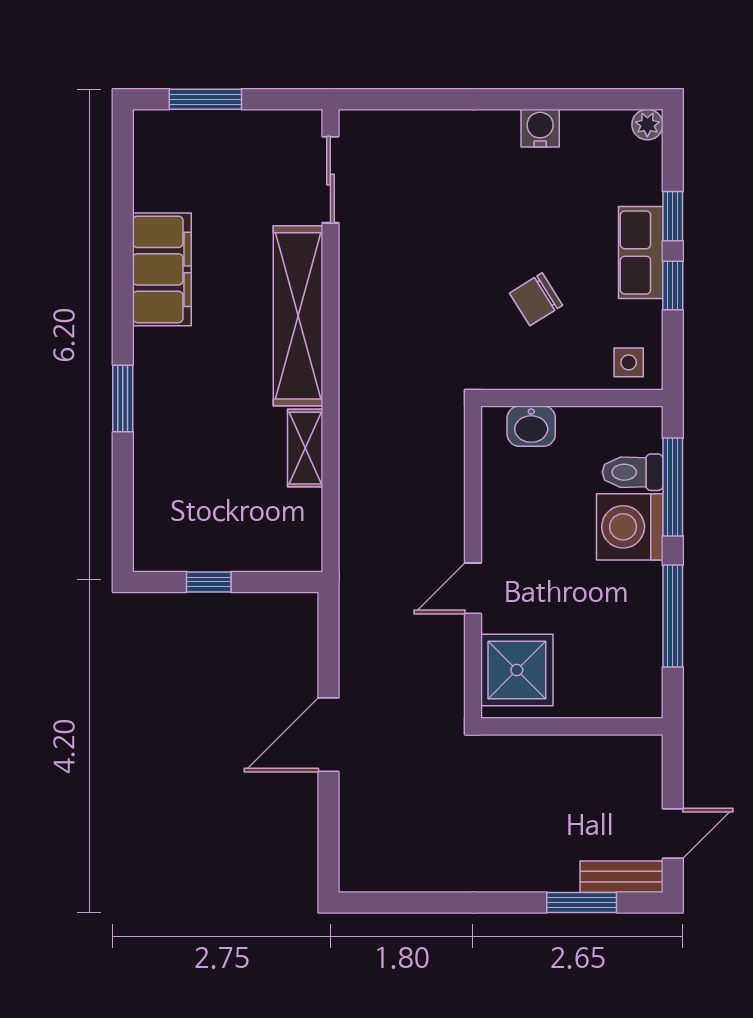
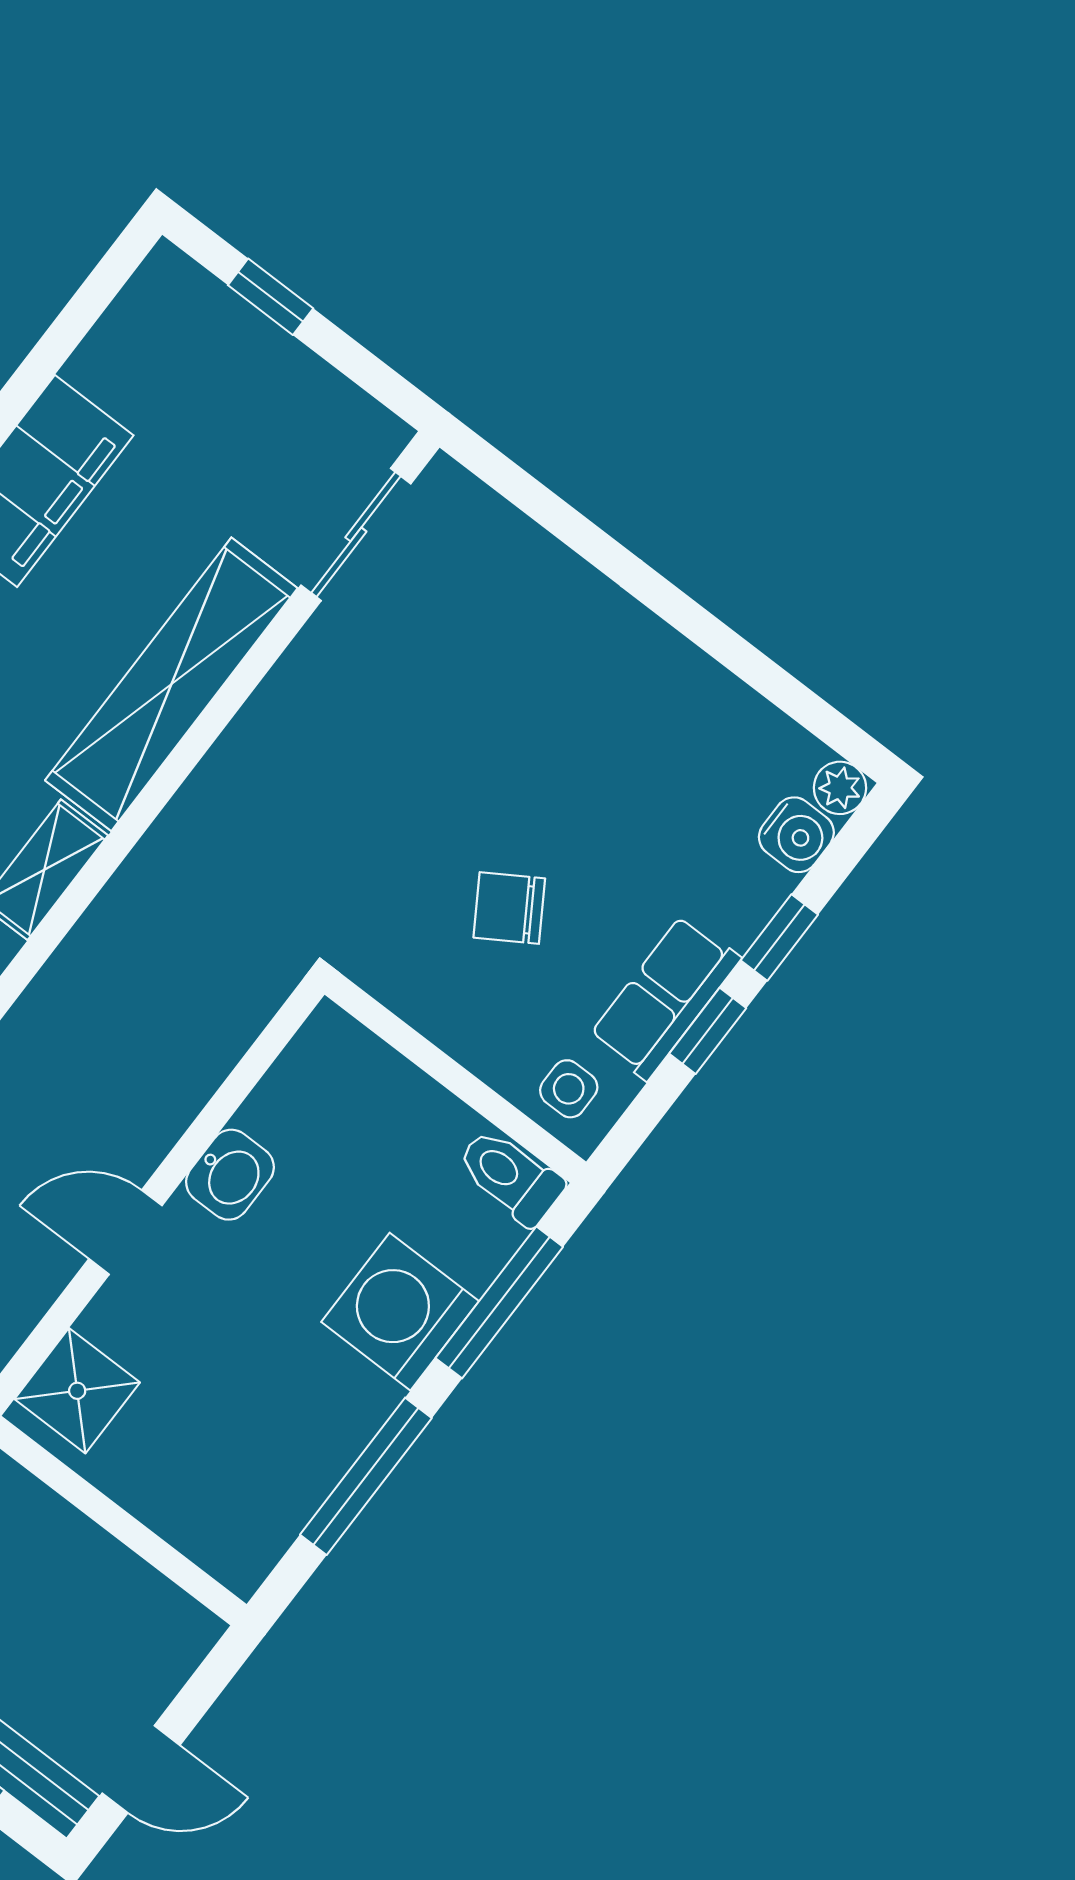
window: (205, 99) -> (271, 297), width x0.67
water cooler: (540, 128) -> (796, 835), moved, turned 90
row of seats: (641, 252) -> (665, 997), moved
washbasin: (531, 426) -> (230, 1175), moved, turned -90
toilet: (633, 472) -> (510, 1176), moved
shower: (517, 670) -> (77, 1391), width x0.73, depth x0.73

